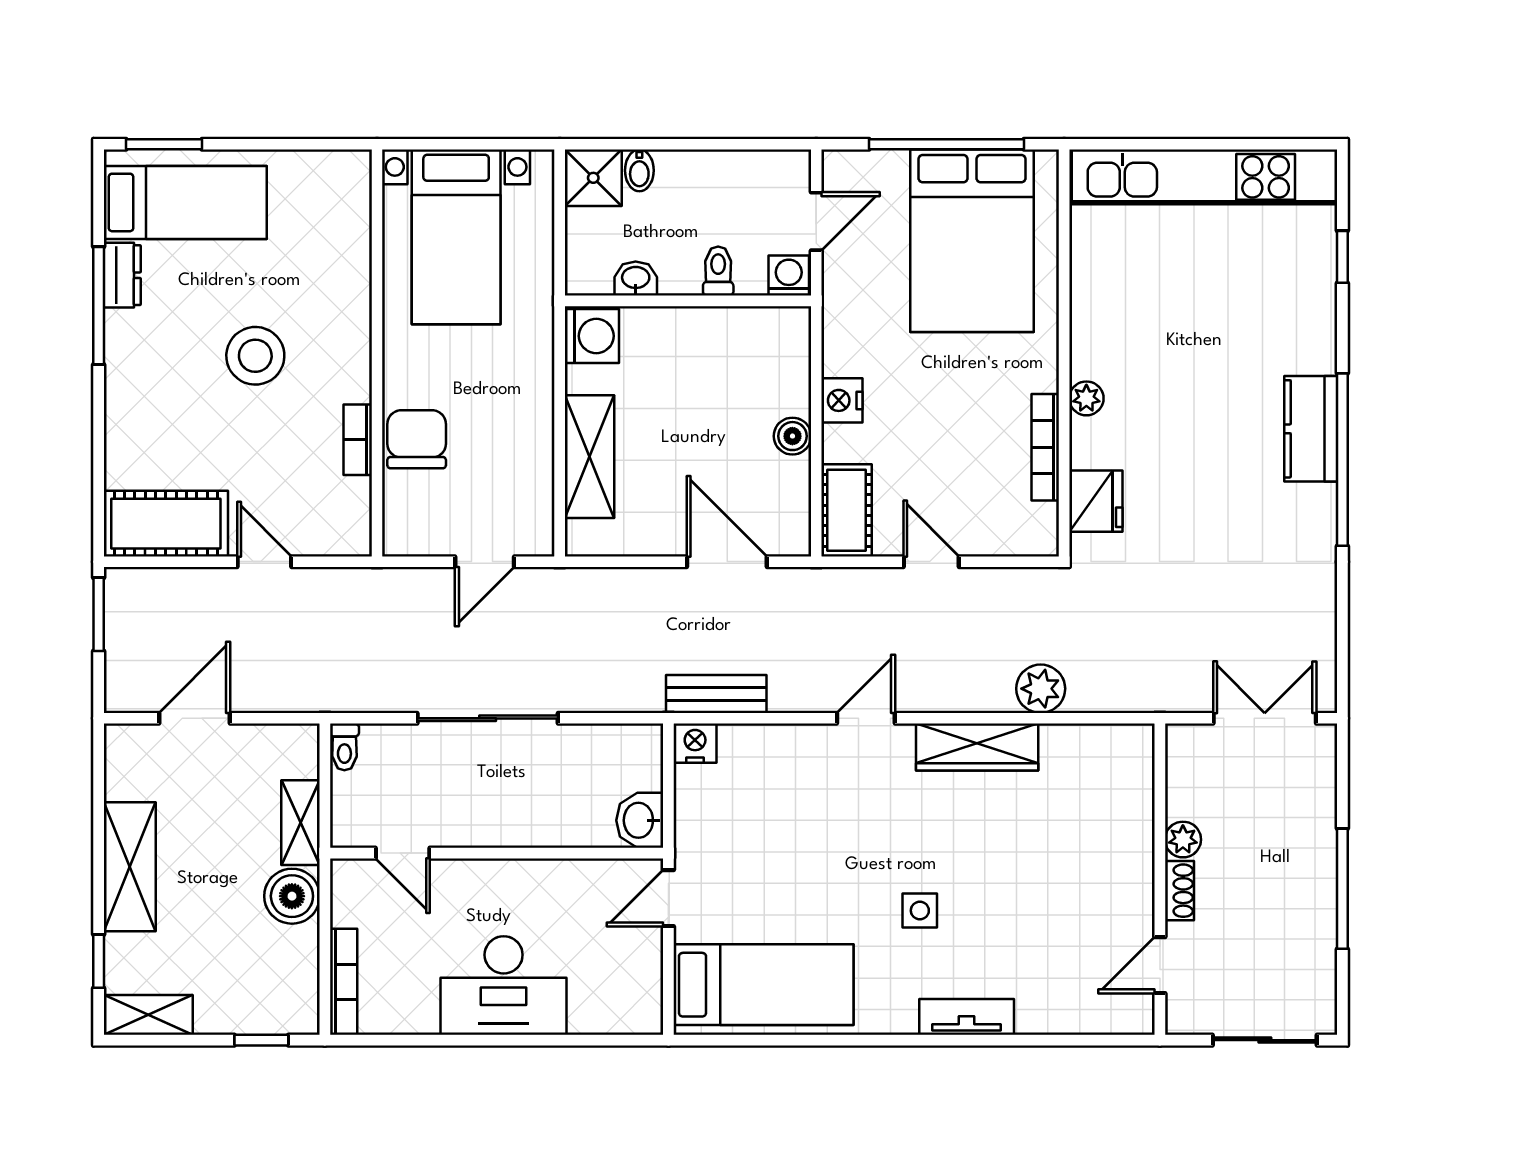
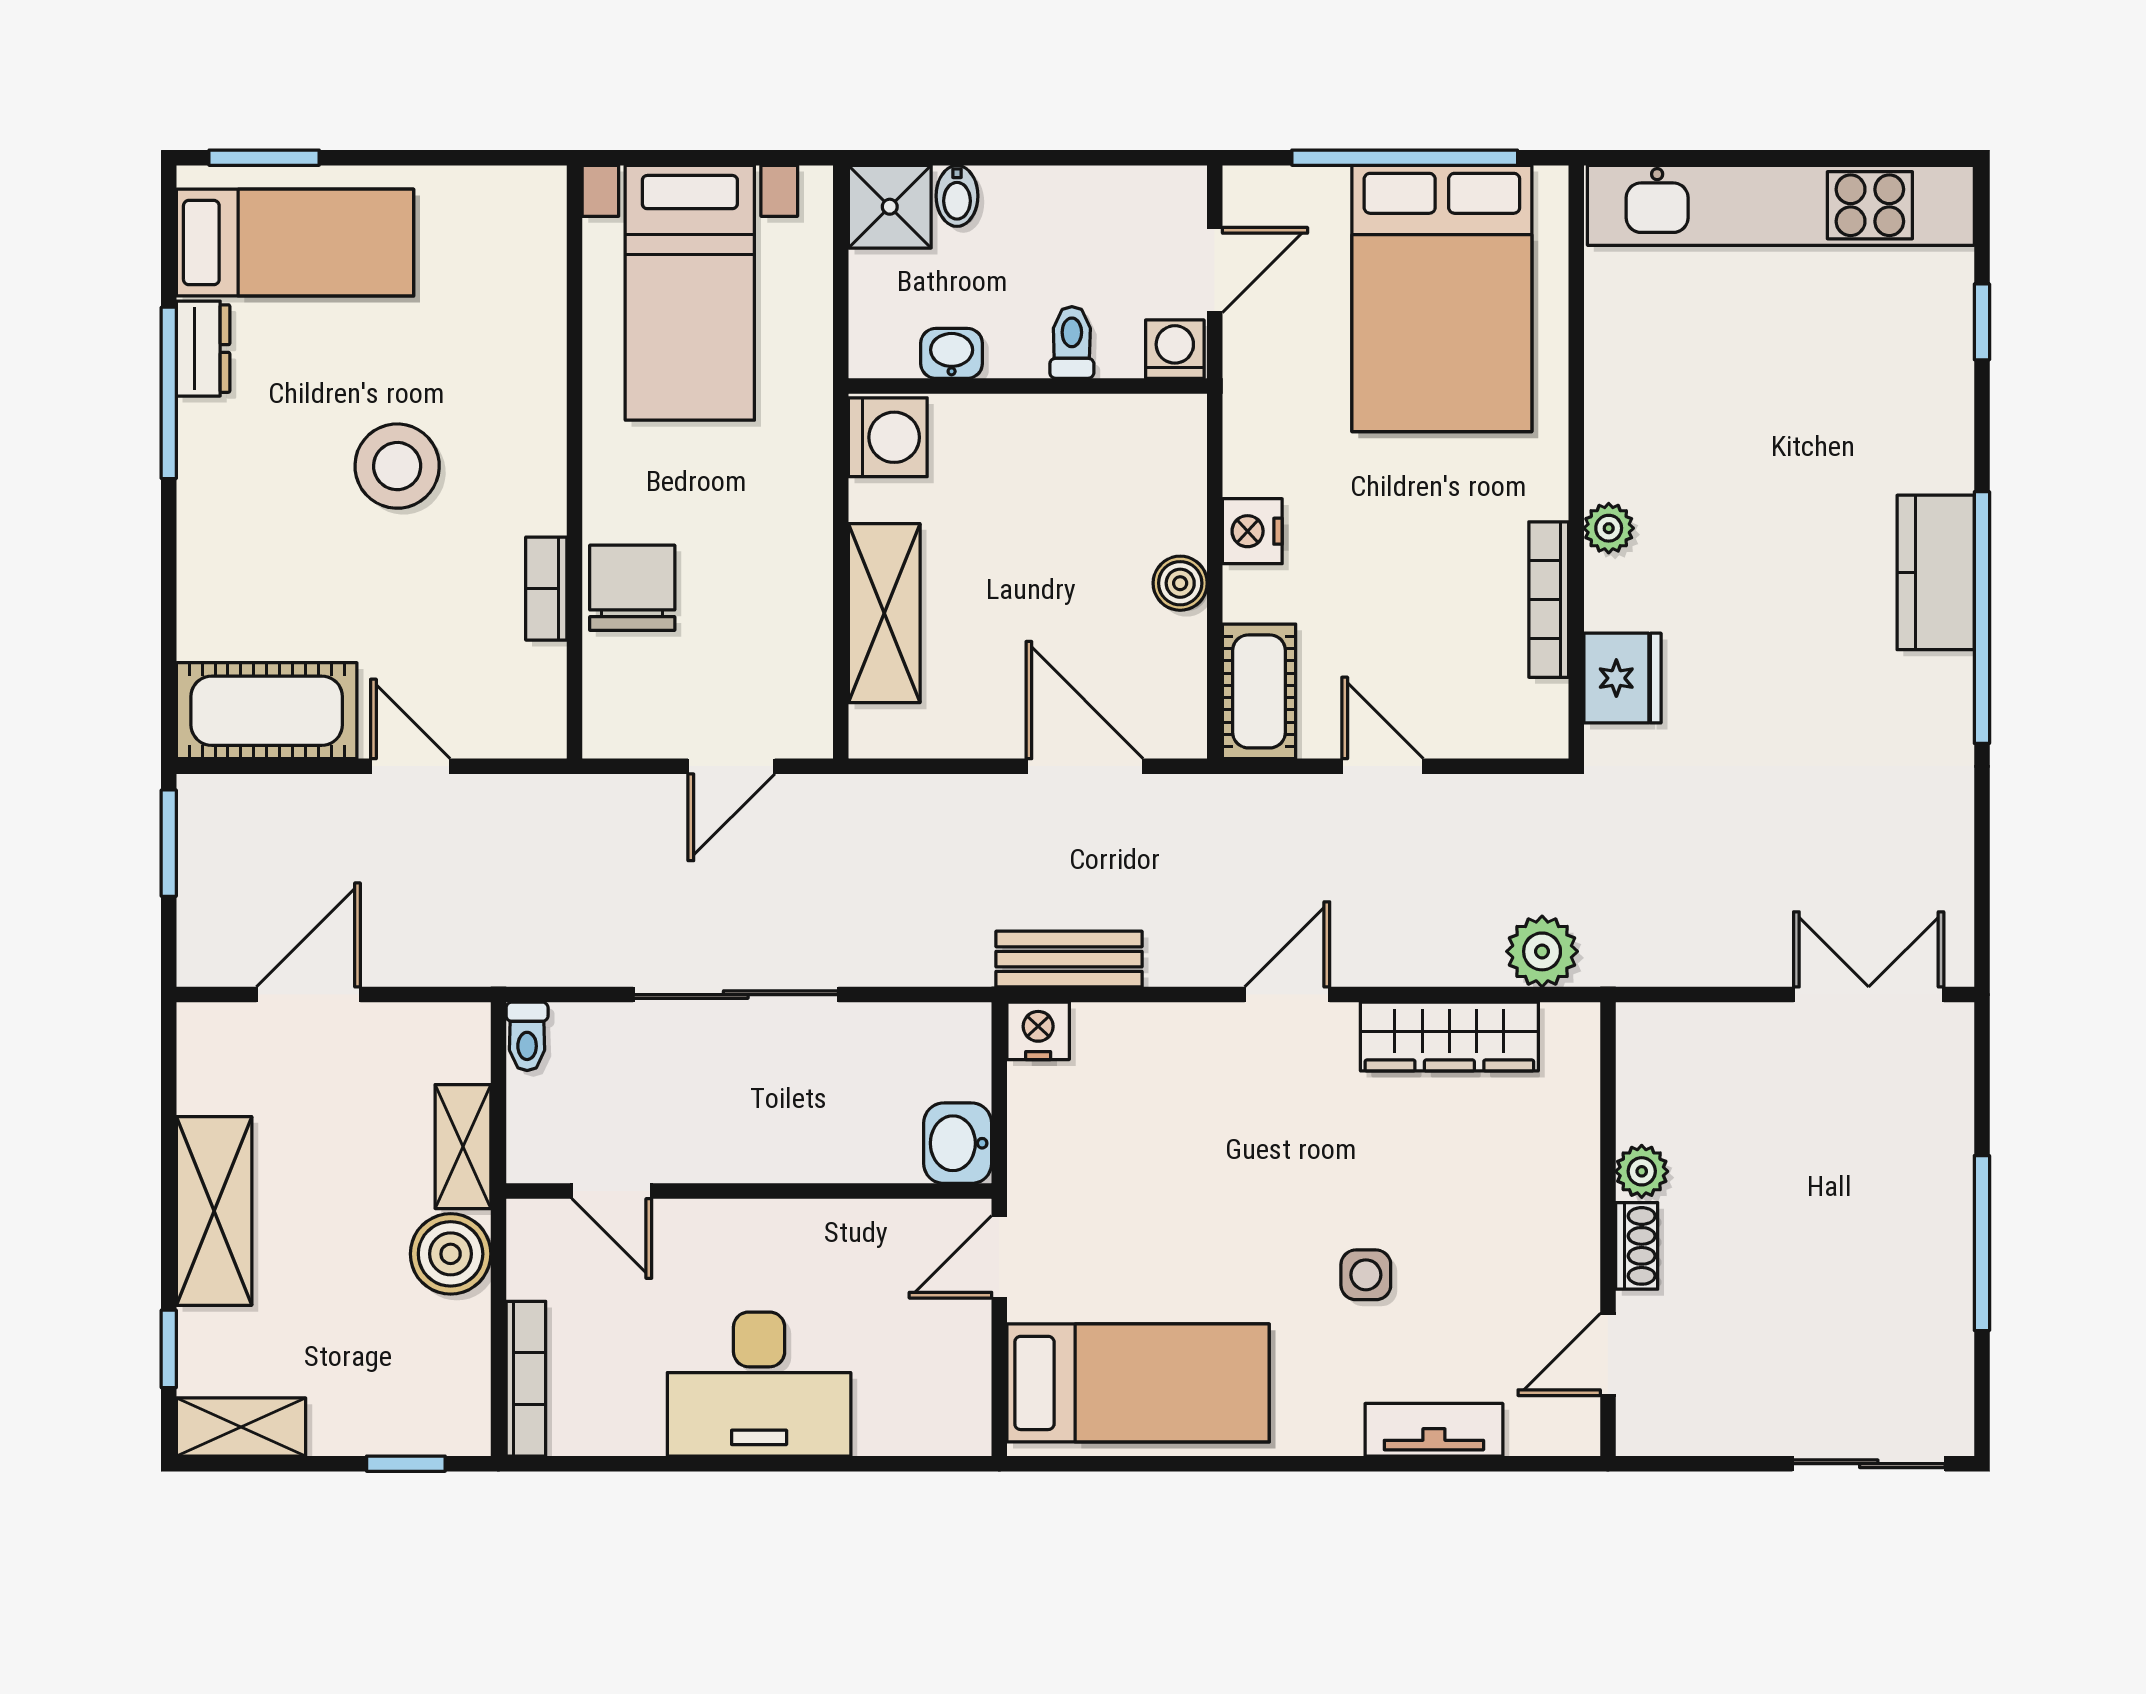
plant: (1183, 840) -> (1642, 1171), moved
wall: (1160, 879) -> (1608, 1229), moved
shoe rack: (1179, 891) -> (1637, 1246), moved
door: (1160, 965) -> (1608, 1354), moved

